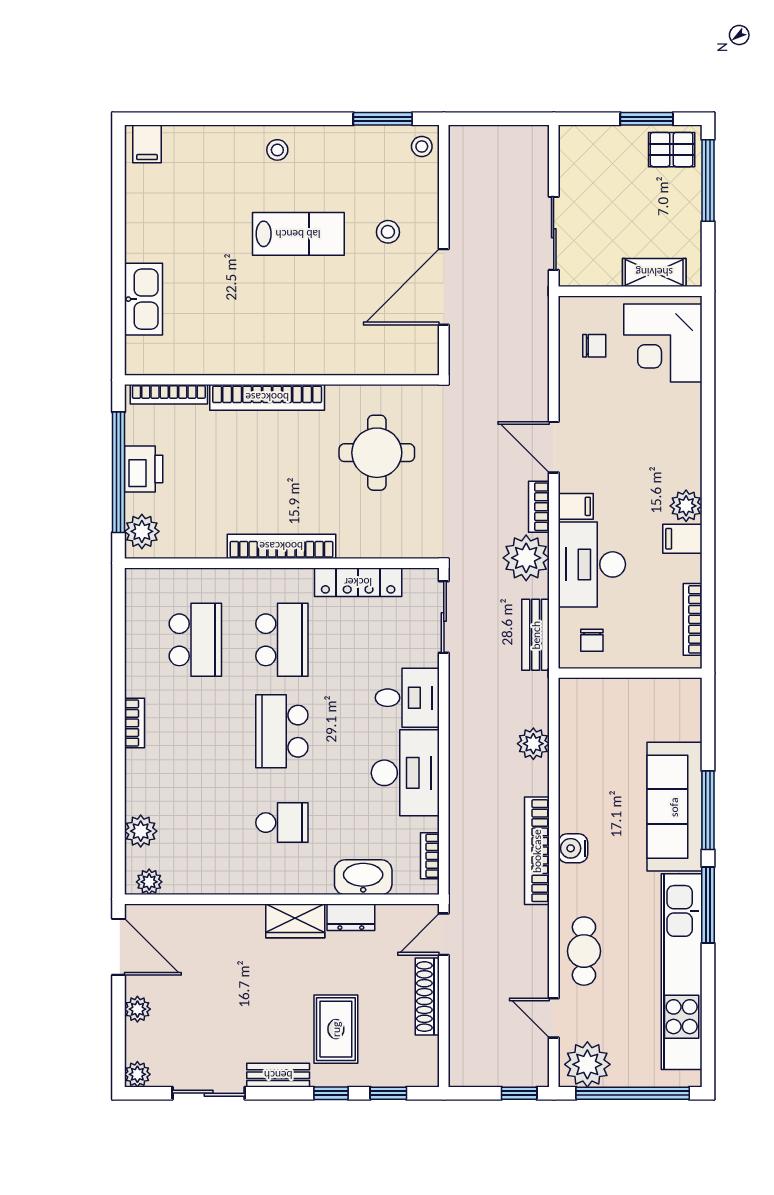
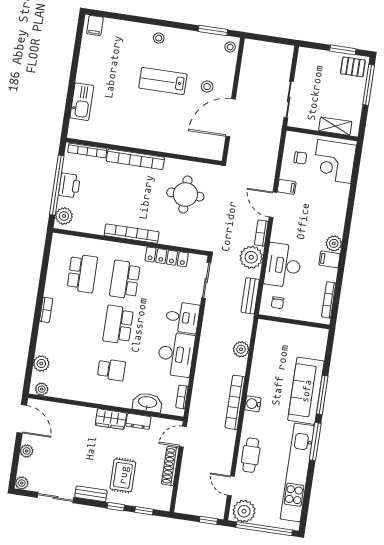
lab bench: (298, 234) -> (163, 81), turned 180
filing cabinet: (576, 506) -> (287, 187), moved
school desk: (282, 640) -> (125, 280), turned 180

